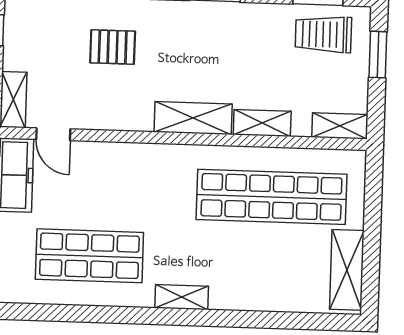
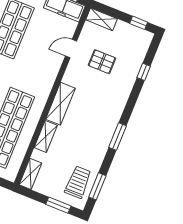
pallet: (113, 47) -> (102, 62), moved, turned 90
door: (53, 134) -> (71, 49), moved

